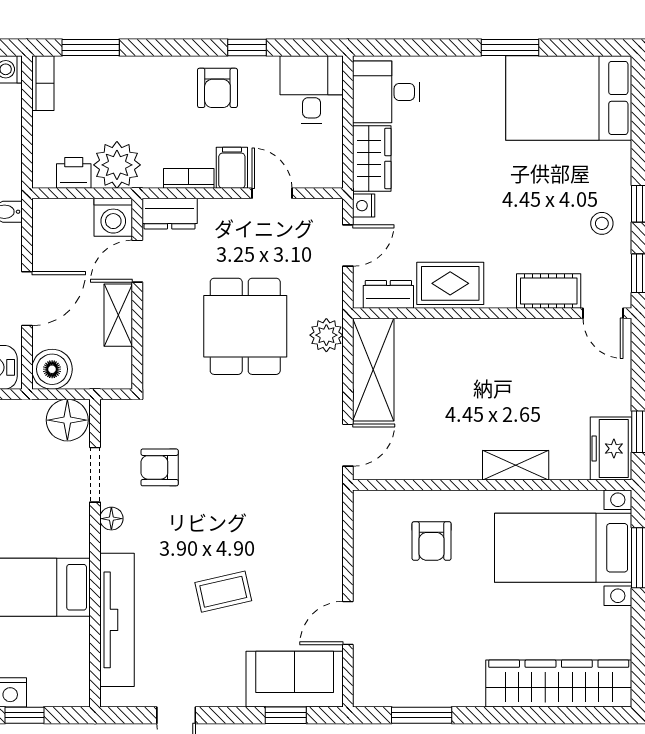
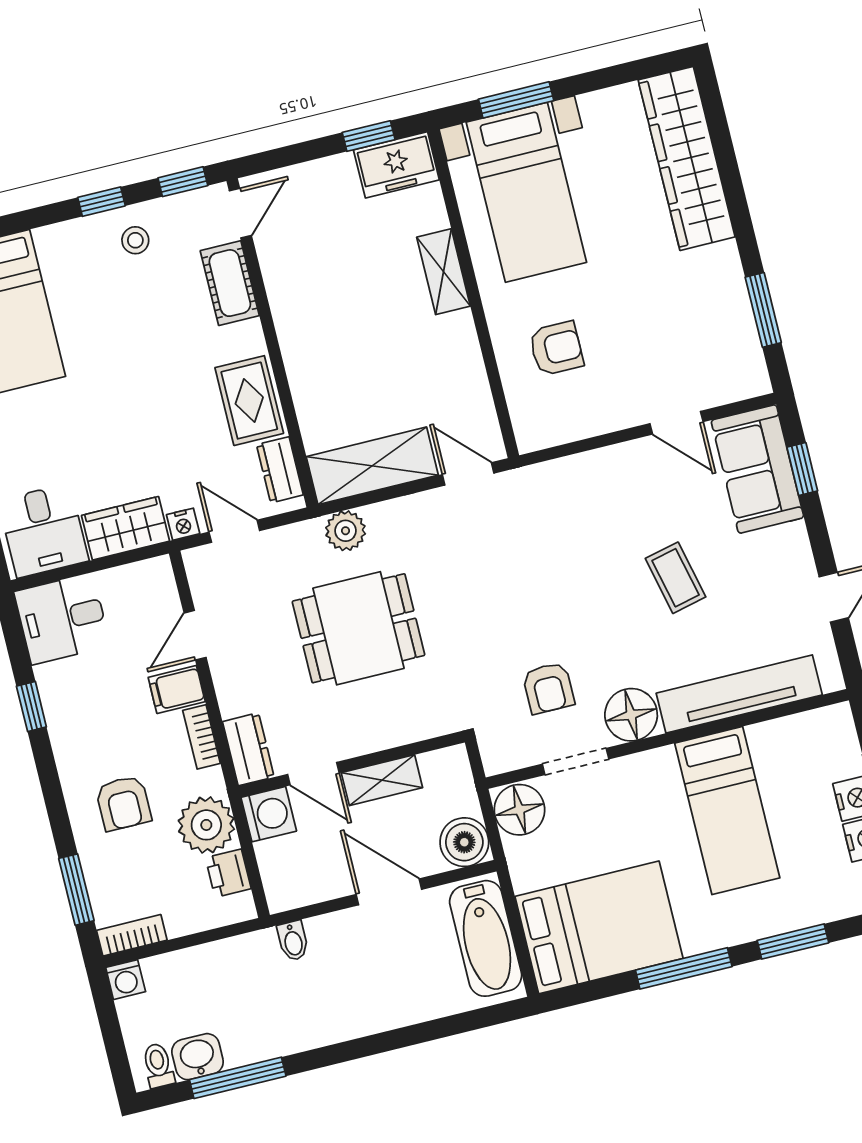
armchair: (217, 88) -> (123, 803), moved, turned 90
floor lamp: (111, 519) -> (631, 715), width x1.89, depth x1.89

